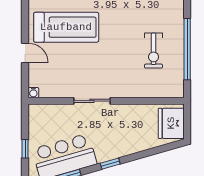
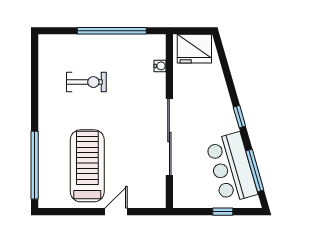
exercise bike: (154, 51) -> (86, 82), moved
water cooler: (33, 93) -> (160, 66), moved
sliding door: (92, 101) -> (169, 137), width x1.86

